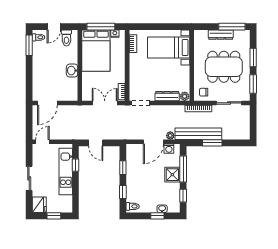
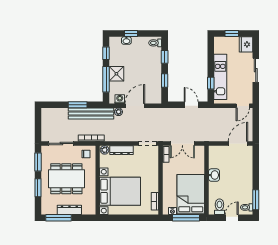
bed with nightstands: (169, 48) -> (120, 191), width x1.36

